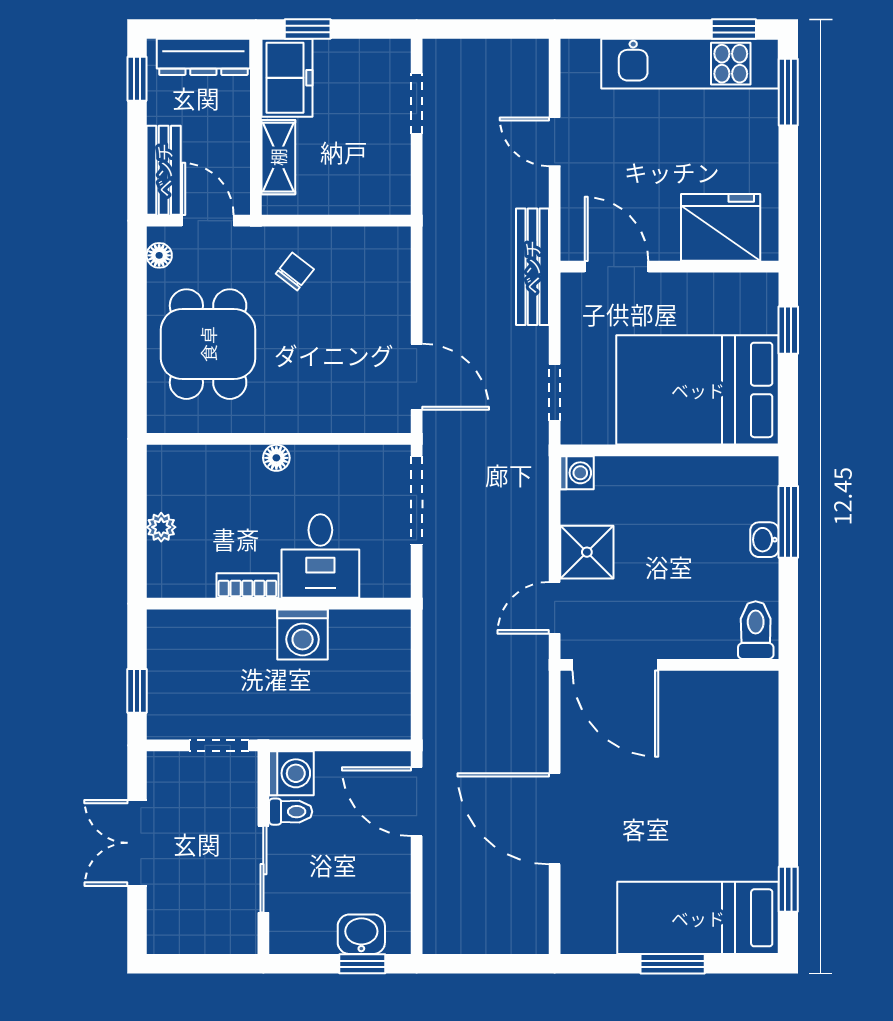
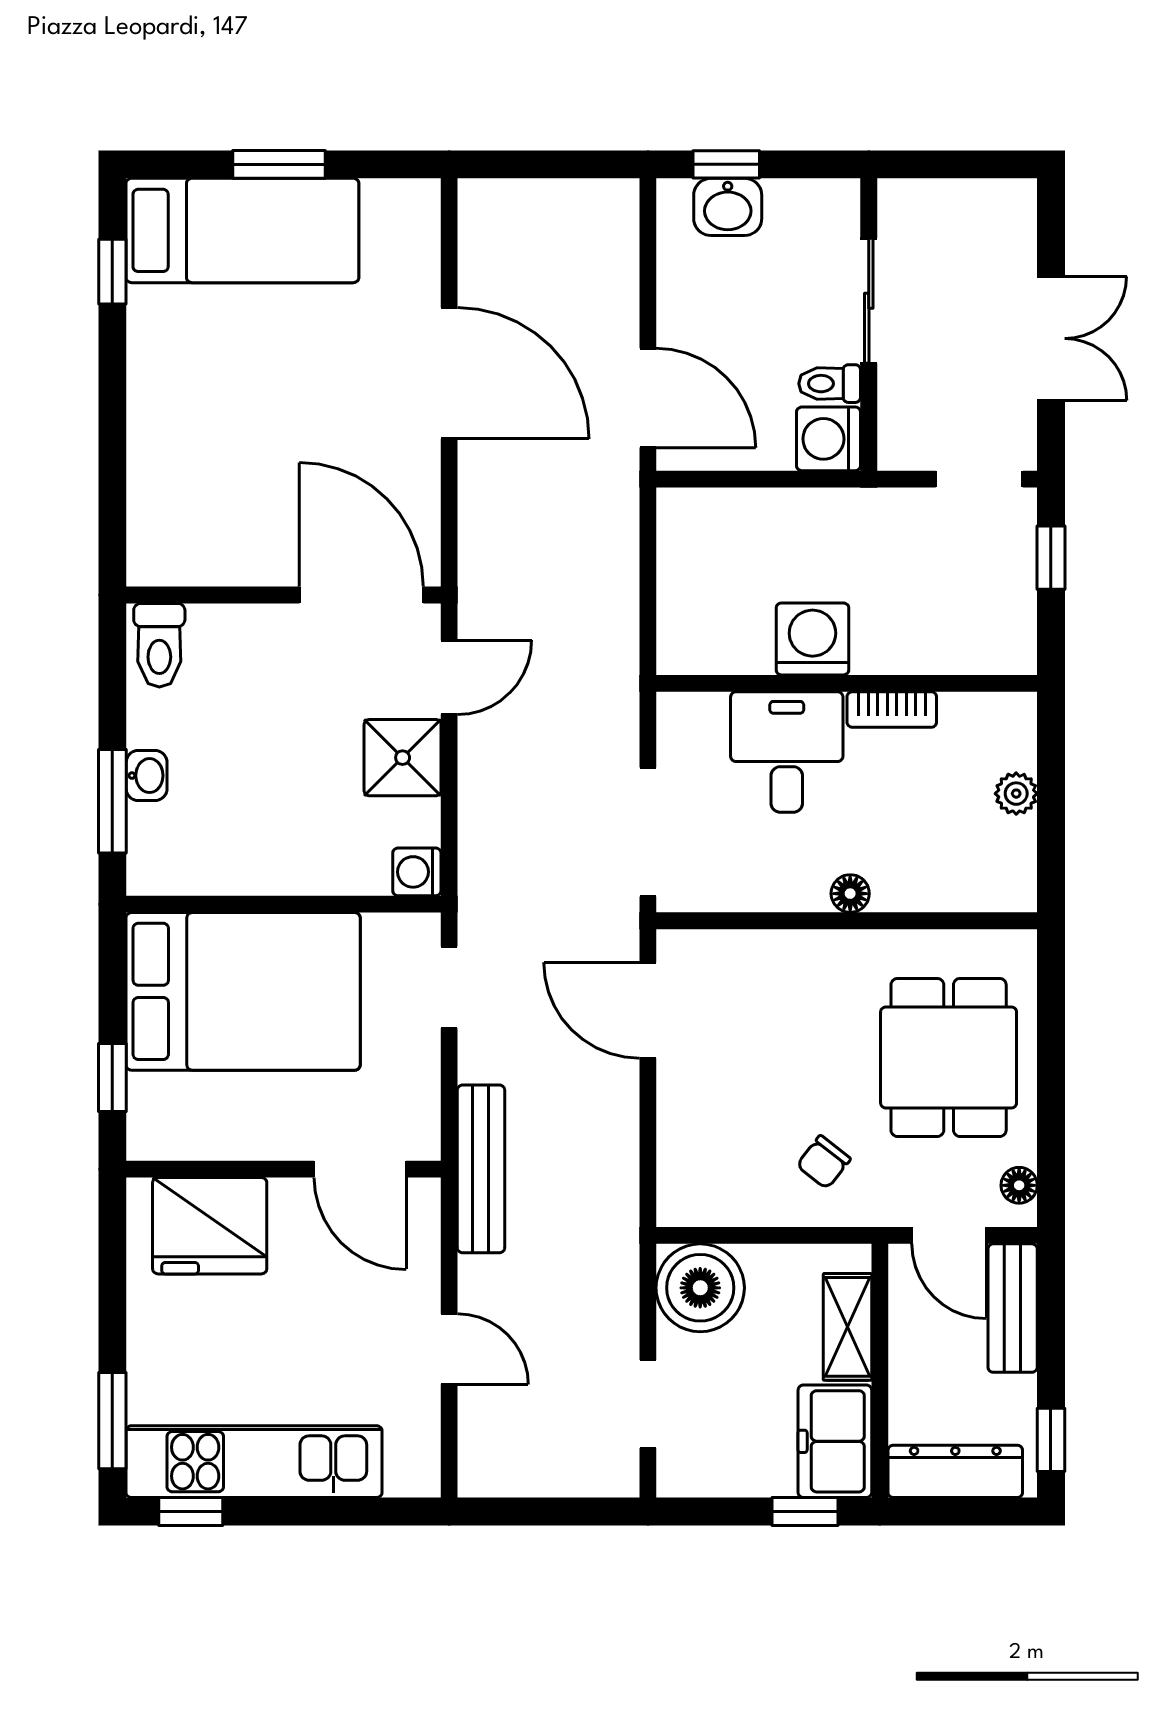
boiler: (380, 184) -> (700, 1288), added
doorway: (219, 745) -> (979, 479), moved

